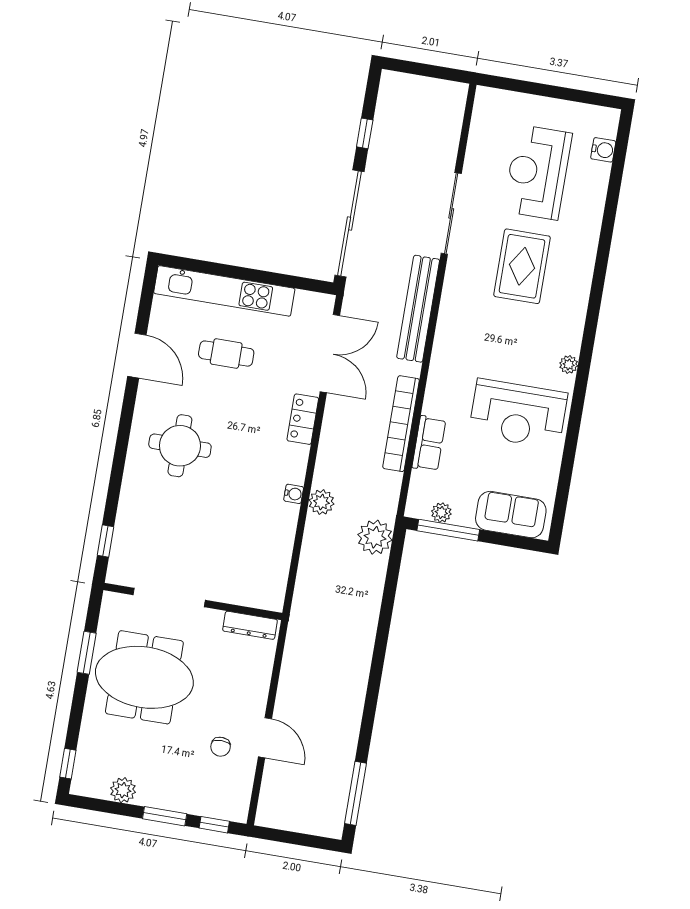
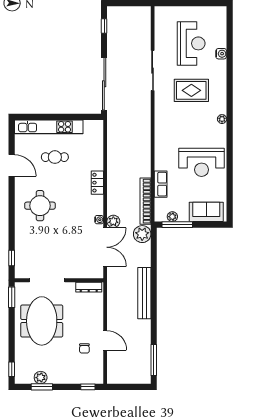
window: (365, 133) -> (104, 26), moved
water cooler: (603, 150) -> (221, 54), moved
reception desk: (538, 172) -> (191, 43), turned 180
rug: (522, 266) -> (191, 90), turned 90
bench: (418, 309) -> (144, 293), moved
double door: (330, 354) -> (105, 247), moved
plant: (569, 365) -> (222, 119), moved
bookcase: (401, 424) -> (146, 201), moved
window: (87, 653) -> (12, 297), moved
meeting table: (144, 677) -> (42, 321), turned 90
window: (165, 816) -> (42, 387), moved

